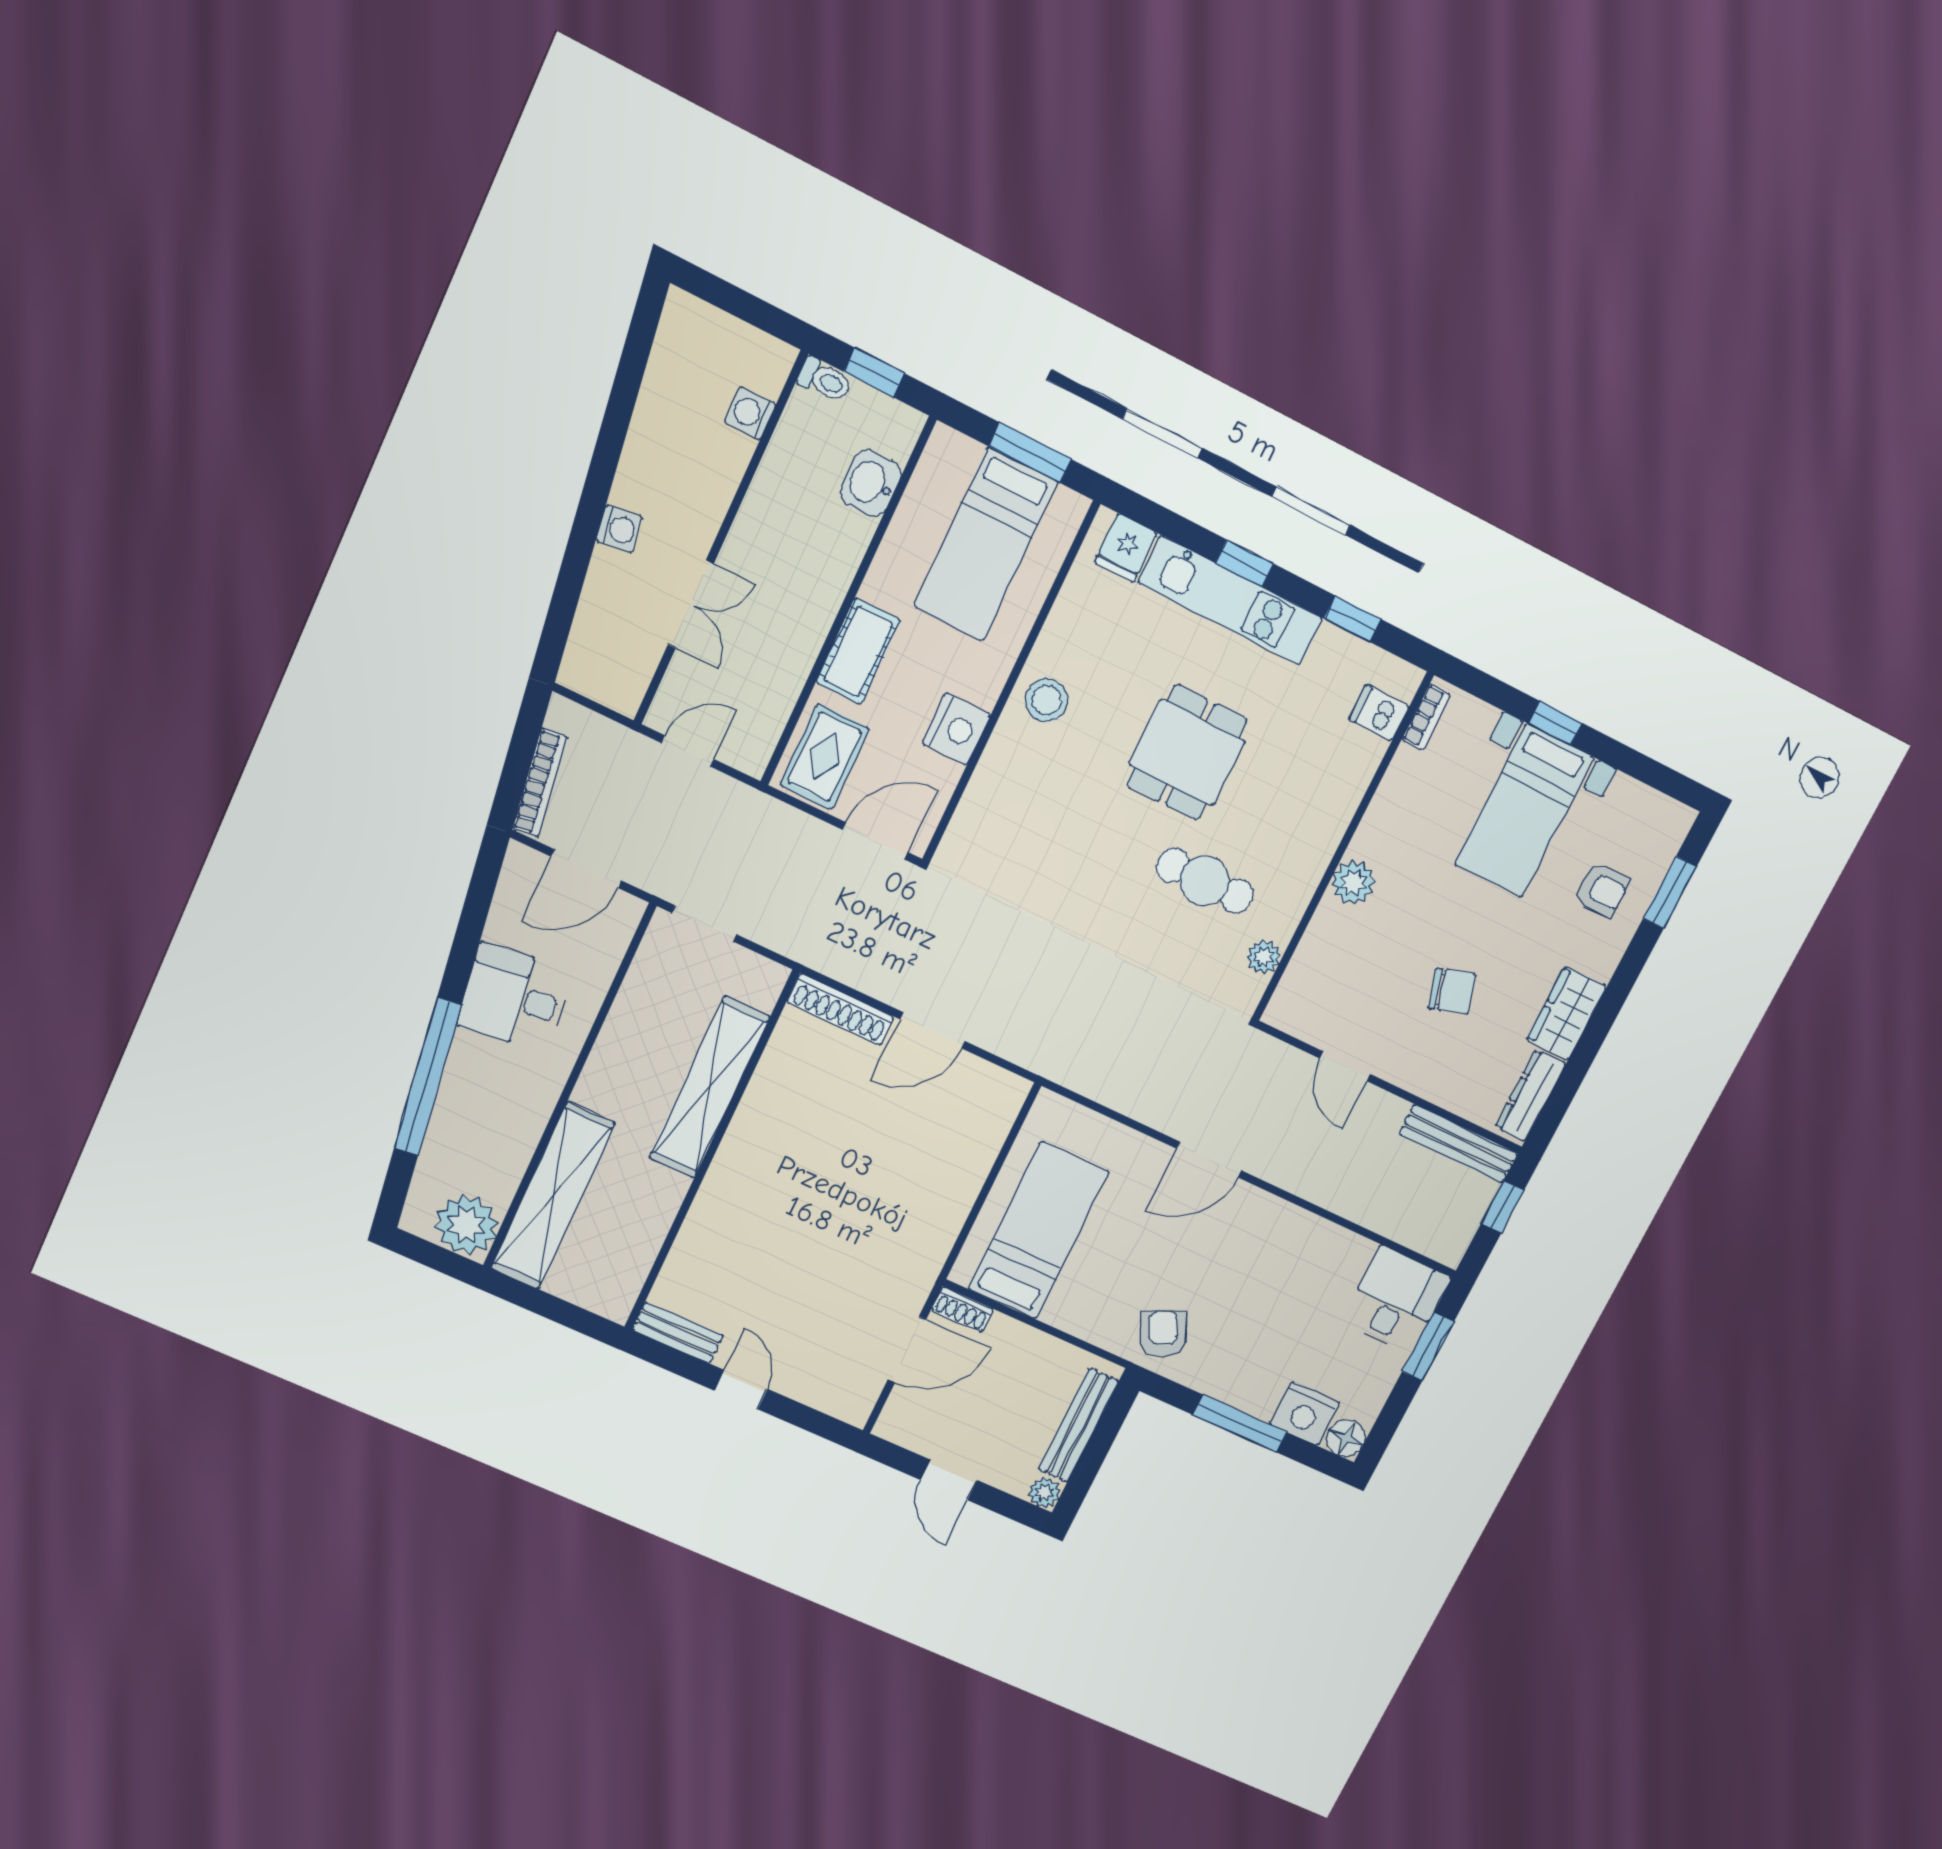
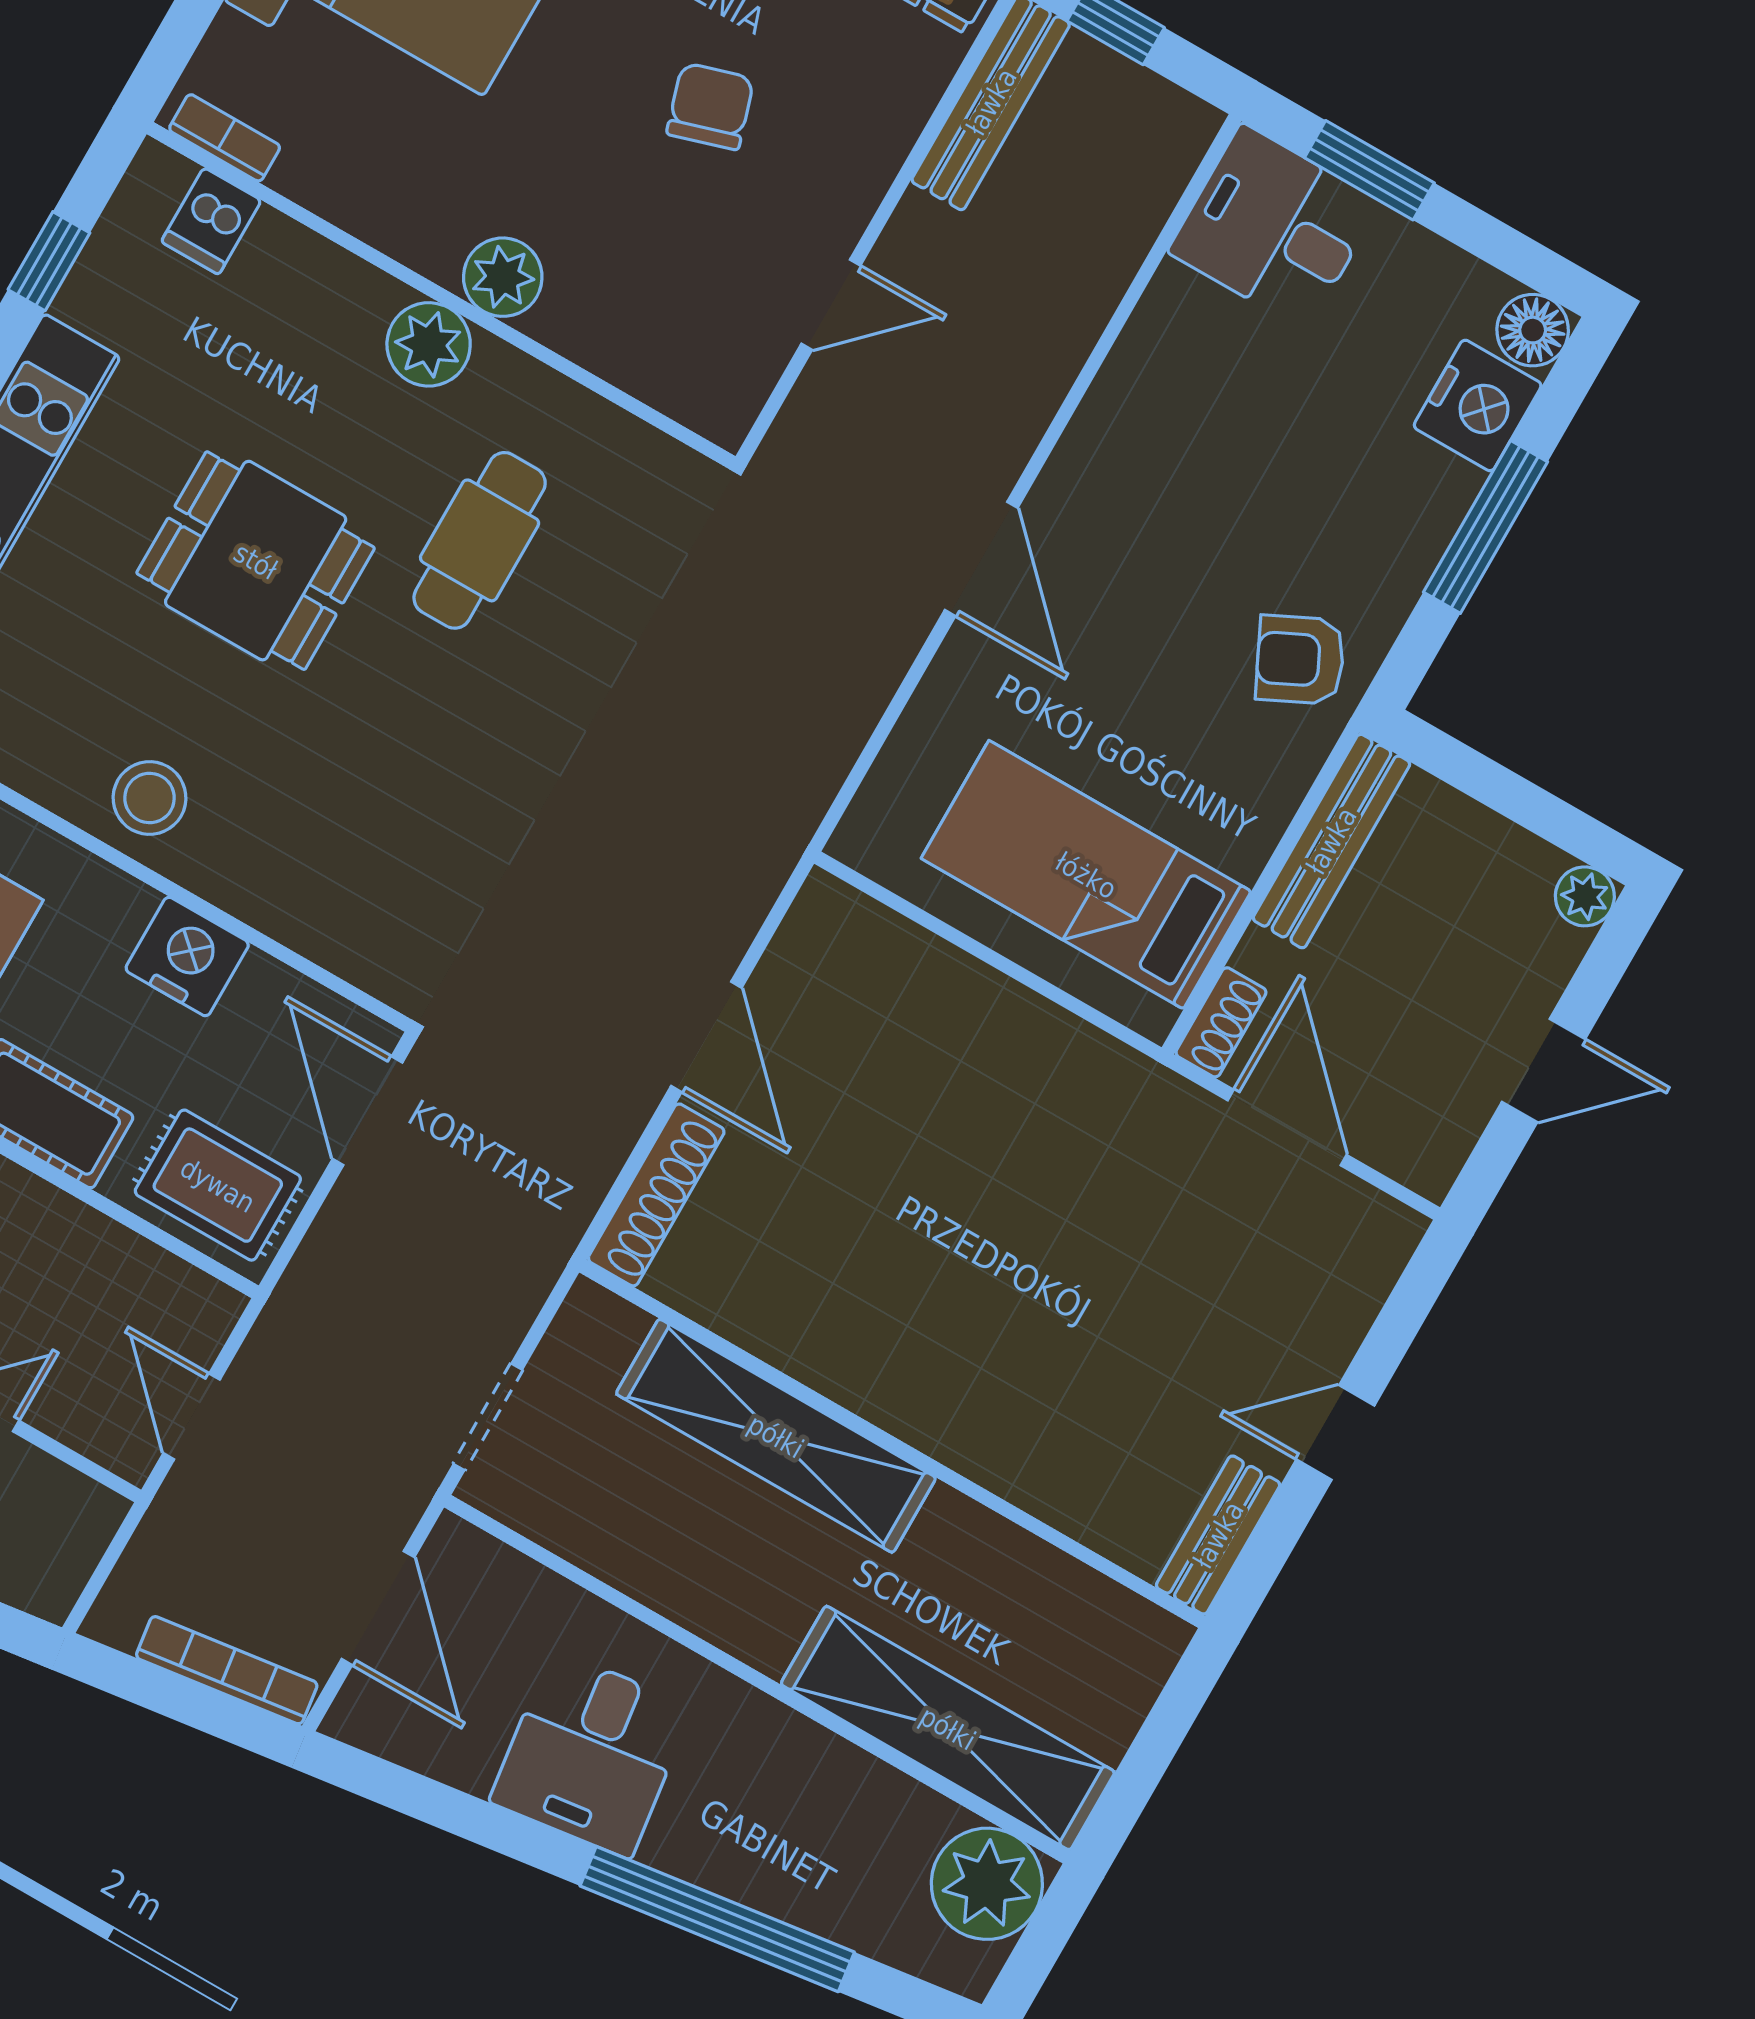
plant: (1264, 957) -> (429, 344), moved, width x1.38, depth x1.38
bench: (1078, 1425) -> (1331, 841), moved, turned 90

